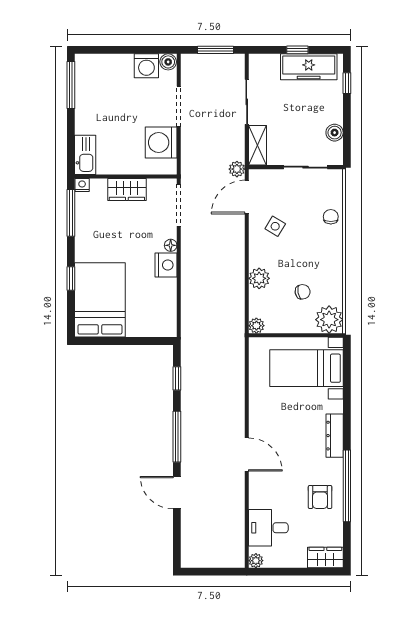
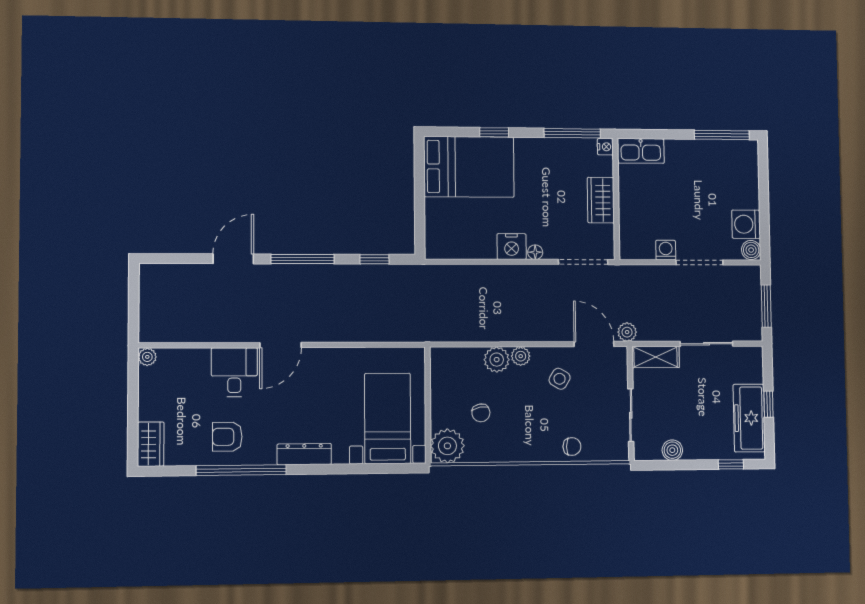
washing machine: (161, 142) -> (666, 250), width x0.53, depth x0.53
plant: (256, 326) -> (521, 356), moved
desk: (268, 528) -> (234, 372), moved

